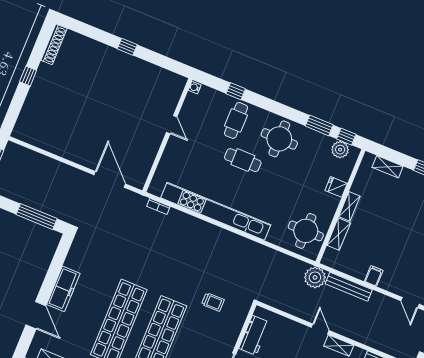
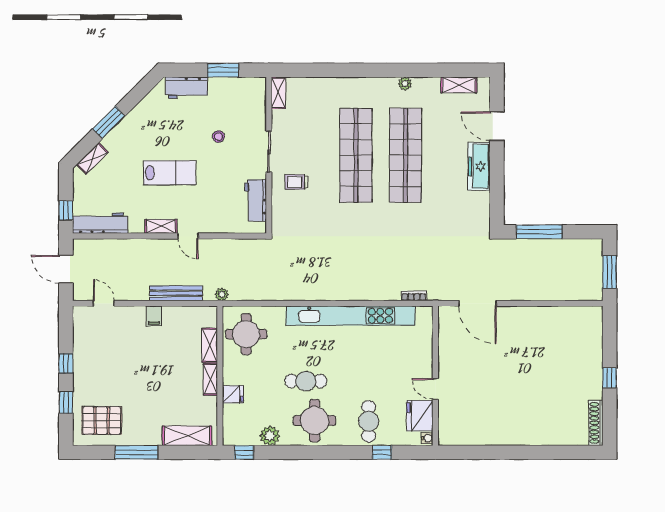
window: (127, 47) -> (517, 452), removed
fridge: (193, 108) -> (420, 416), added
window: (319, 125) -> (278, 452), removed
plant: (340, 150) -> (270, 436), moved
cafe table: (243, 160) -> (306, 381), moved
shelving: (388, 167) -> (187, 436), width x1.50, depth x1.33
plant: (315, 277) -> (222, 294), width x0.53, depth x0.53
trolley: (213, 302) -> (296, 182), moved

